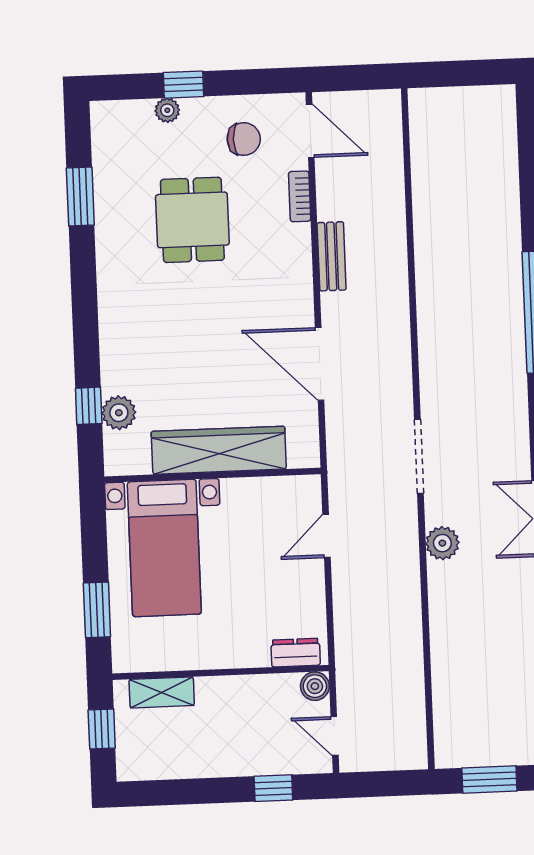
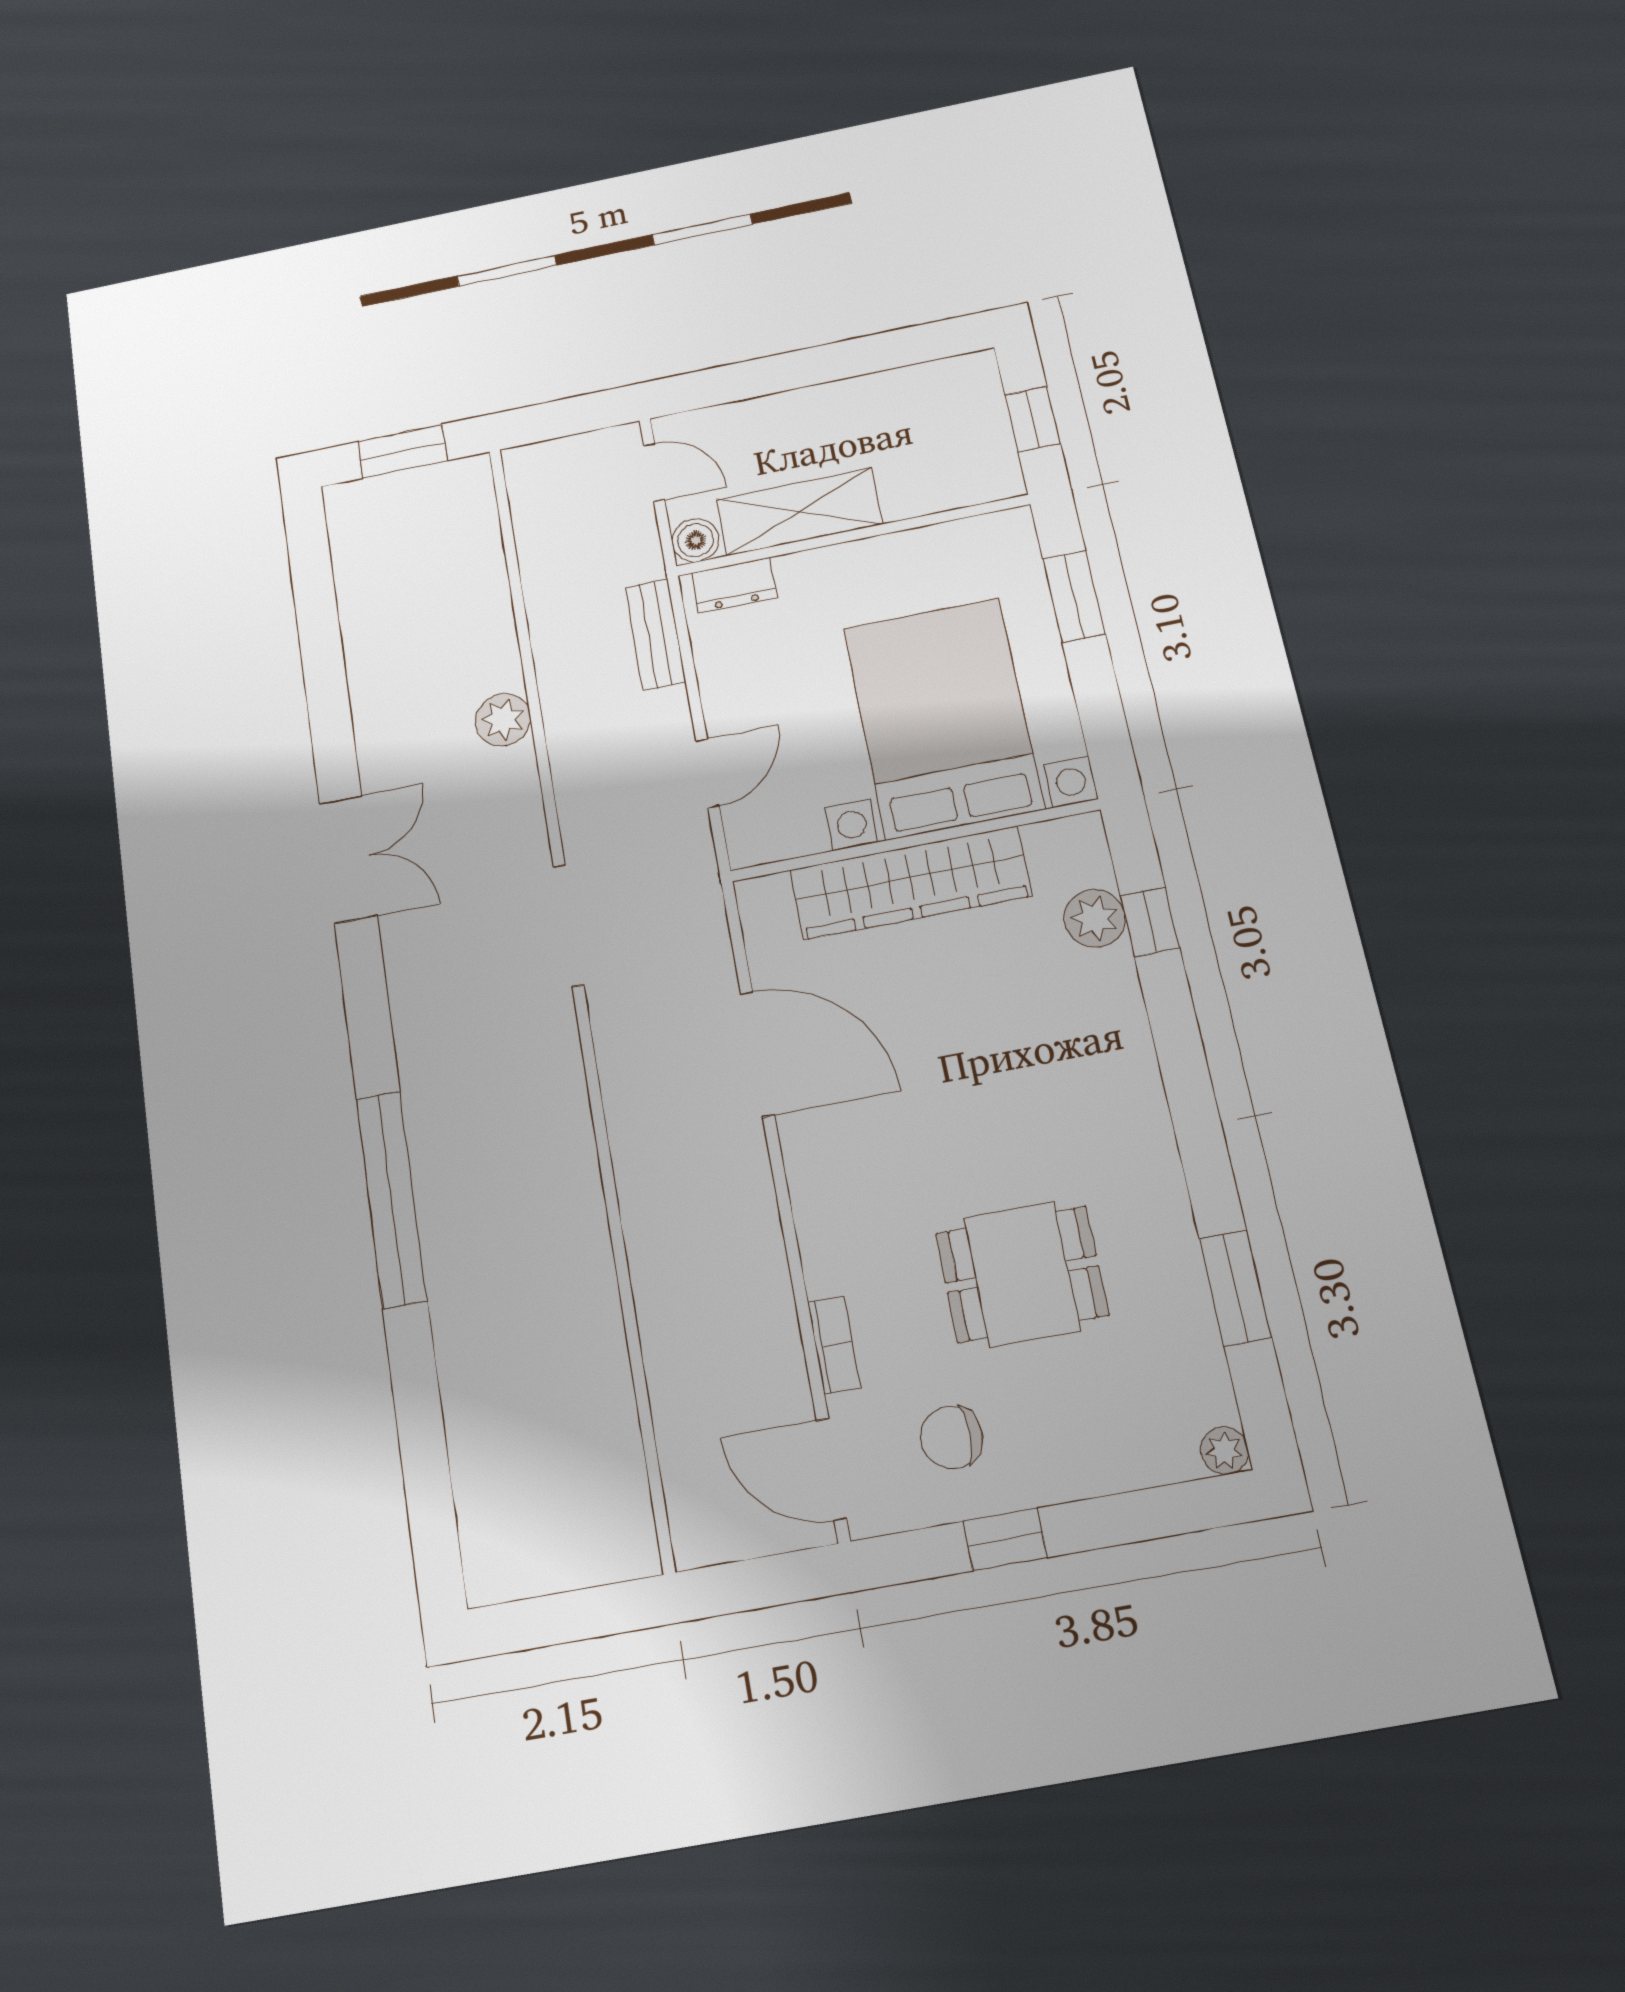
window: (183, 85) -> (1005, 1539), moved
plant: (167, 110) -> (1224, 1451), moved
dining table: (192, 220) -> (1022, 1274), turned 90
bench: (332, 256) -> (655, 634), moved
plant: (442, 543) -> (503, 720), moved
bed with nightstands: (164, 548) -> (943, 718), width x1.36
shelving: (162, 692) -> (799, 512), moved, width x1.50, depth x1.33
window: (273, 788) -> (741, 381), removed

